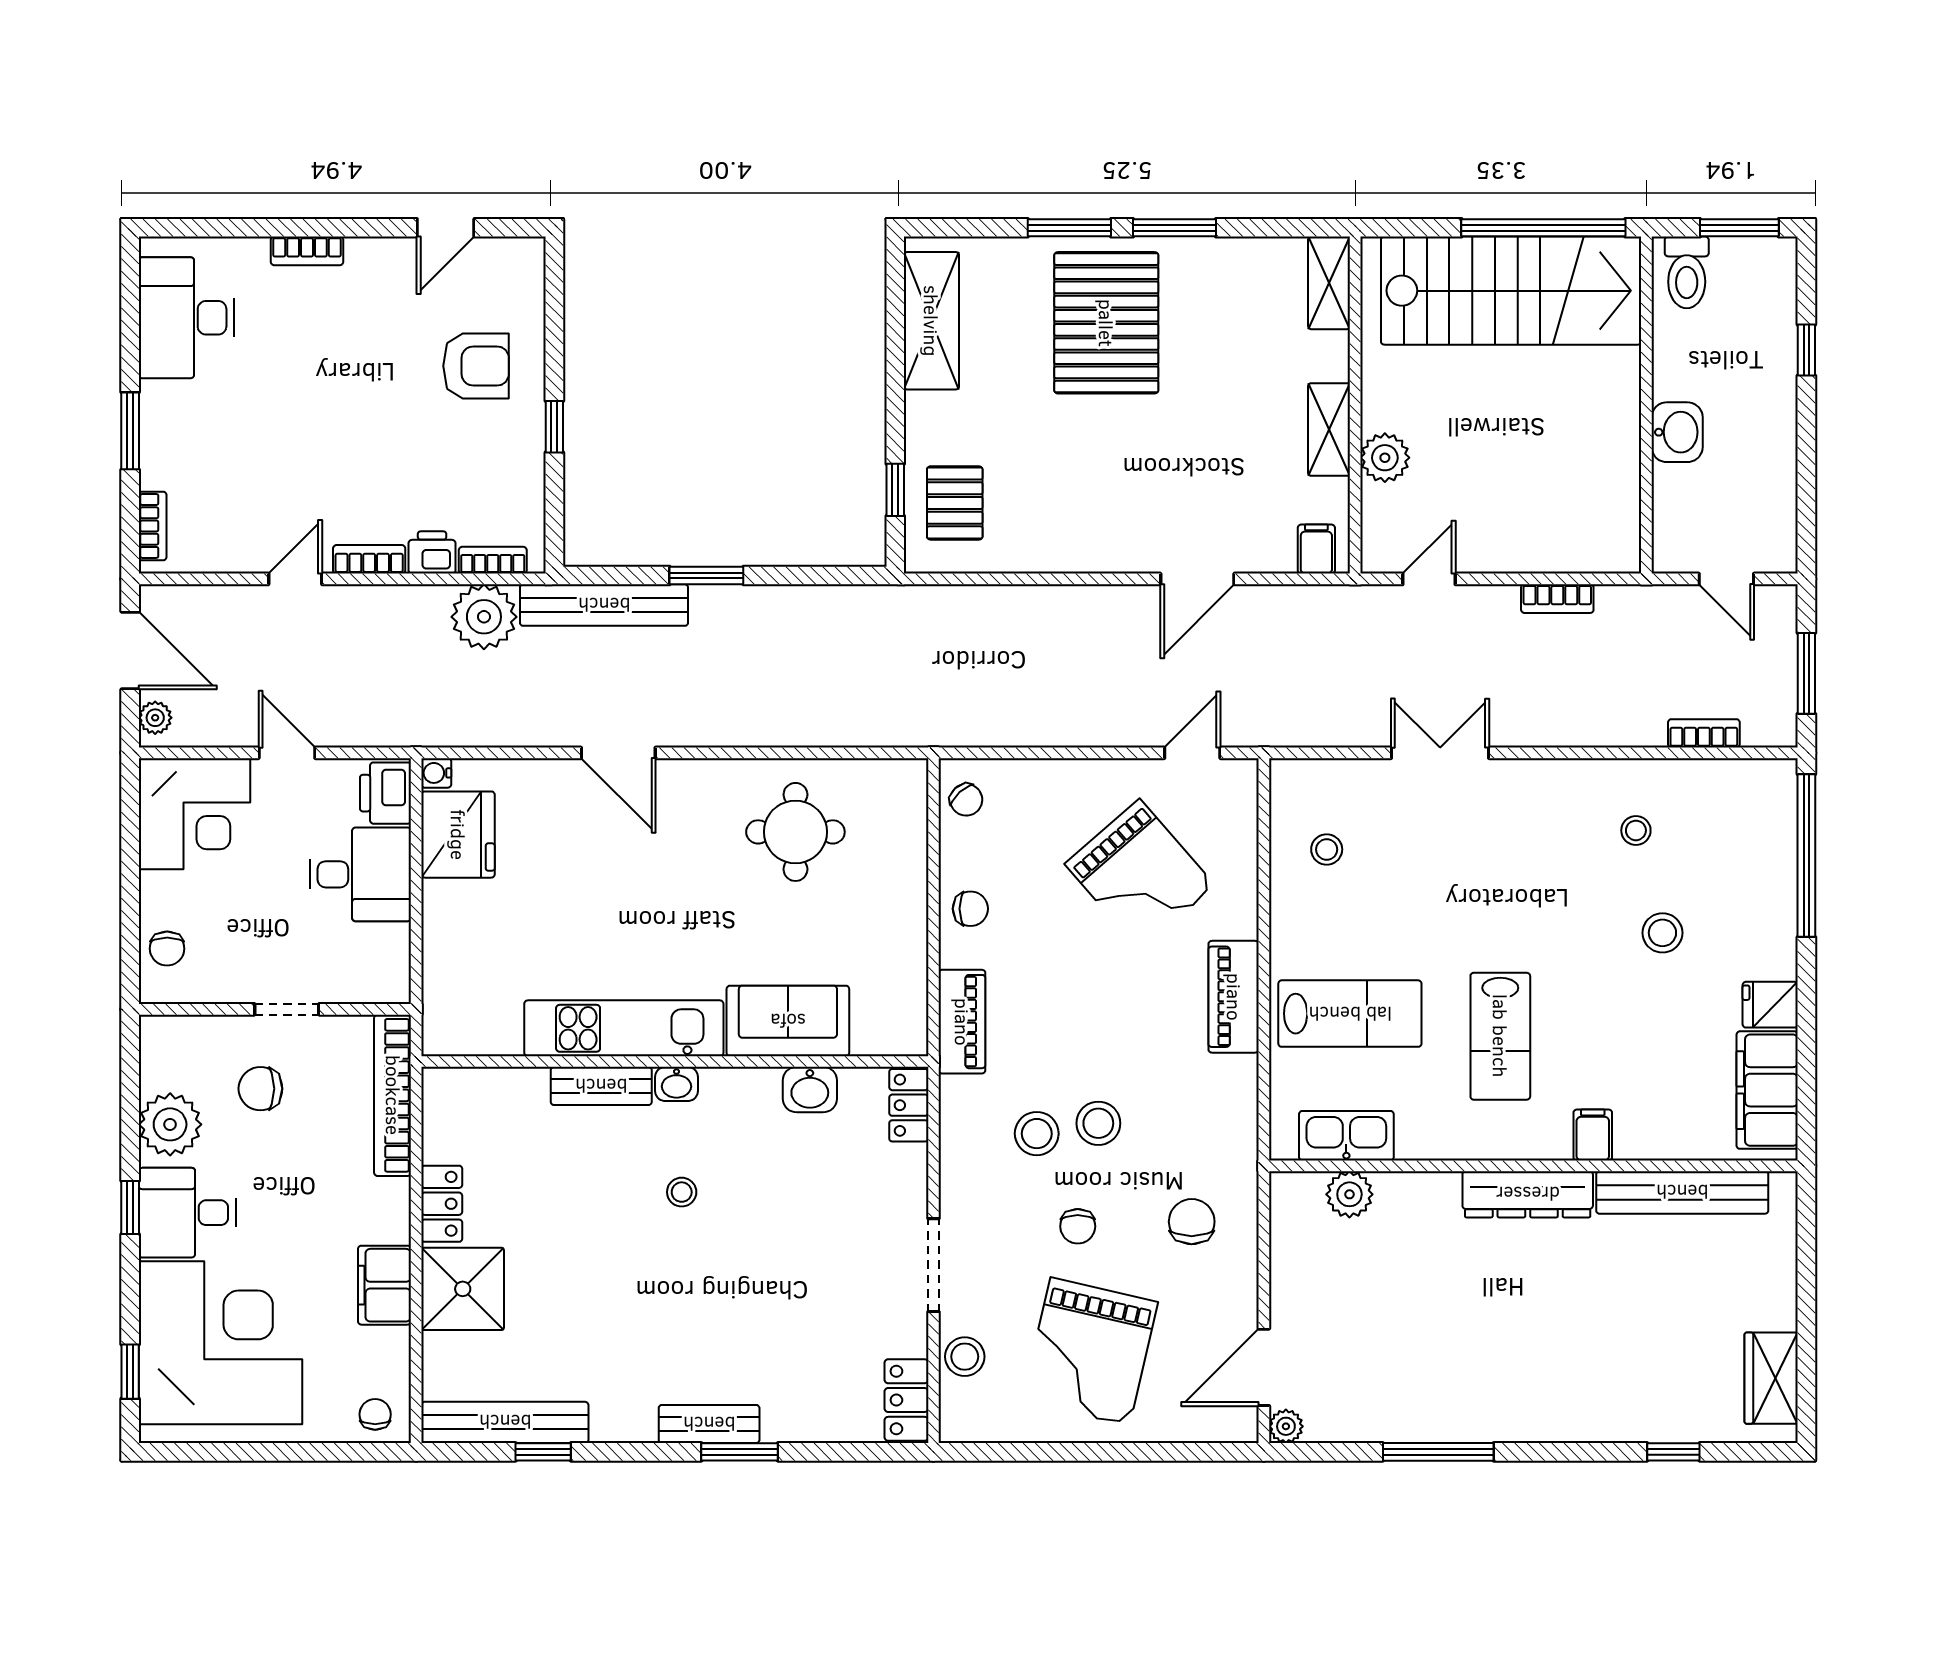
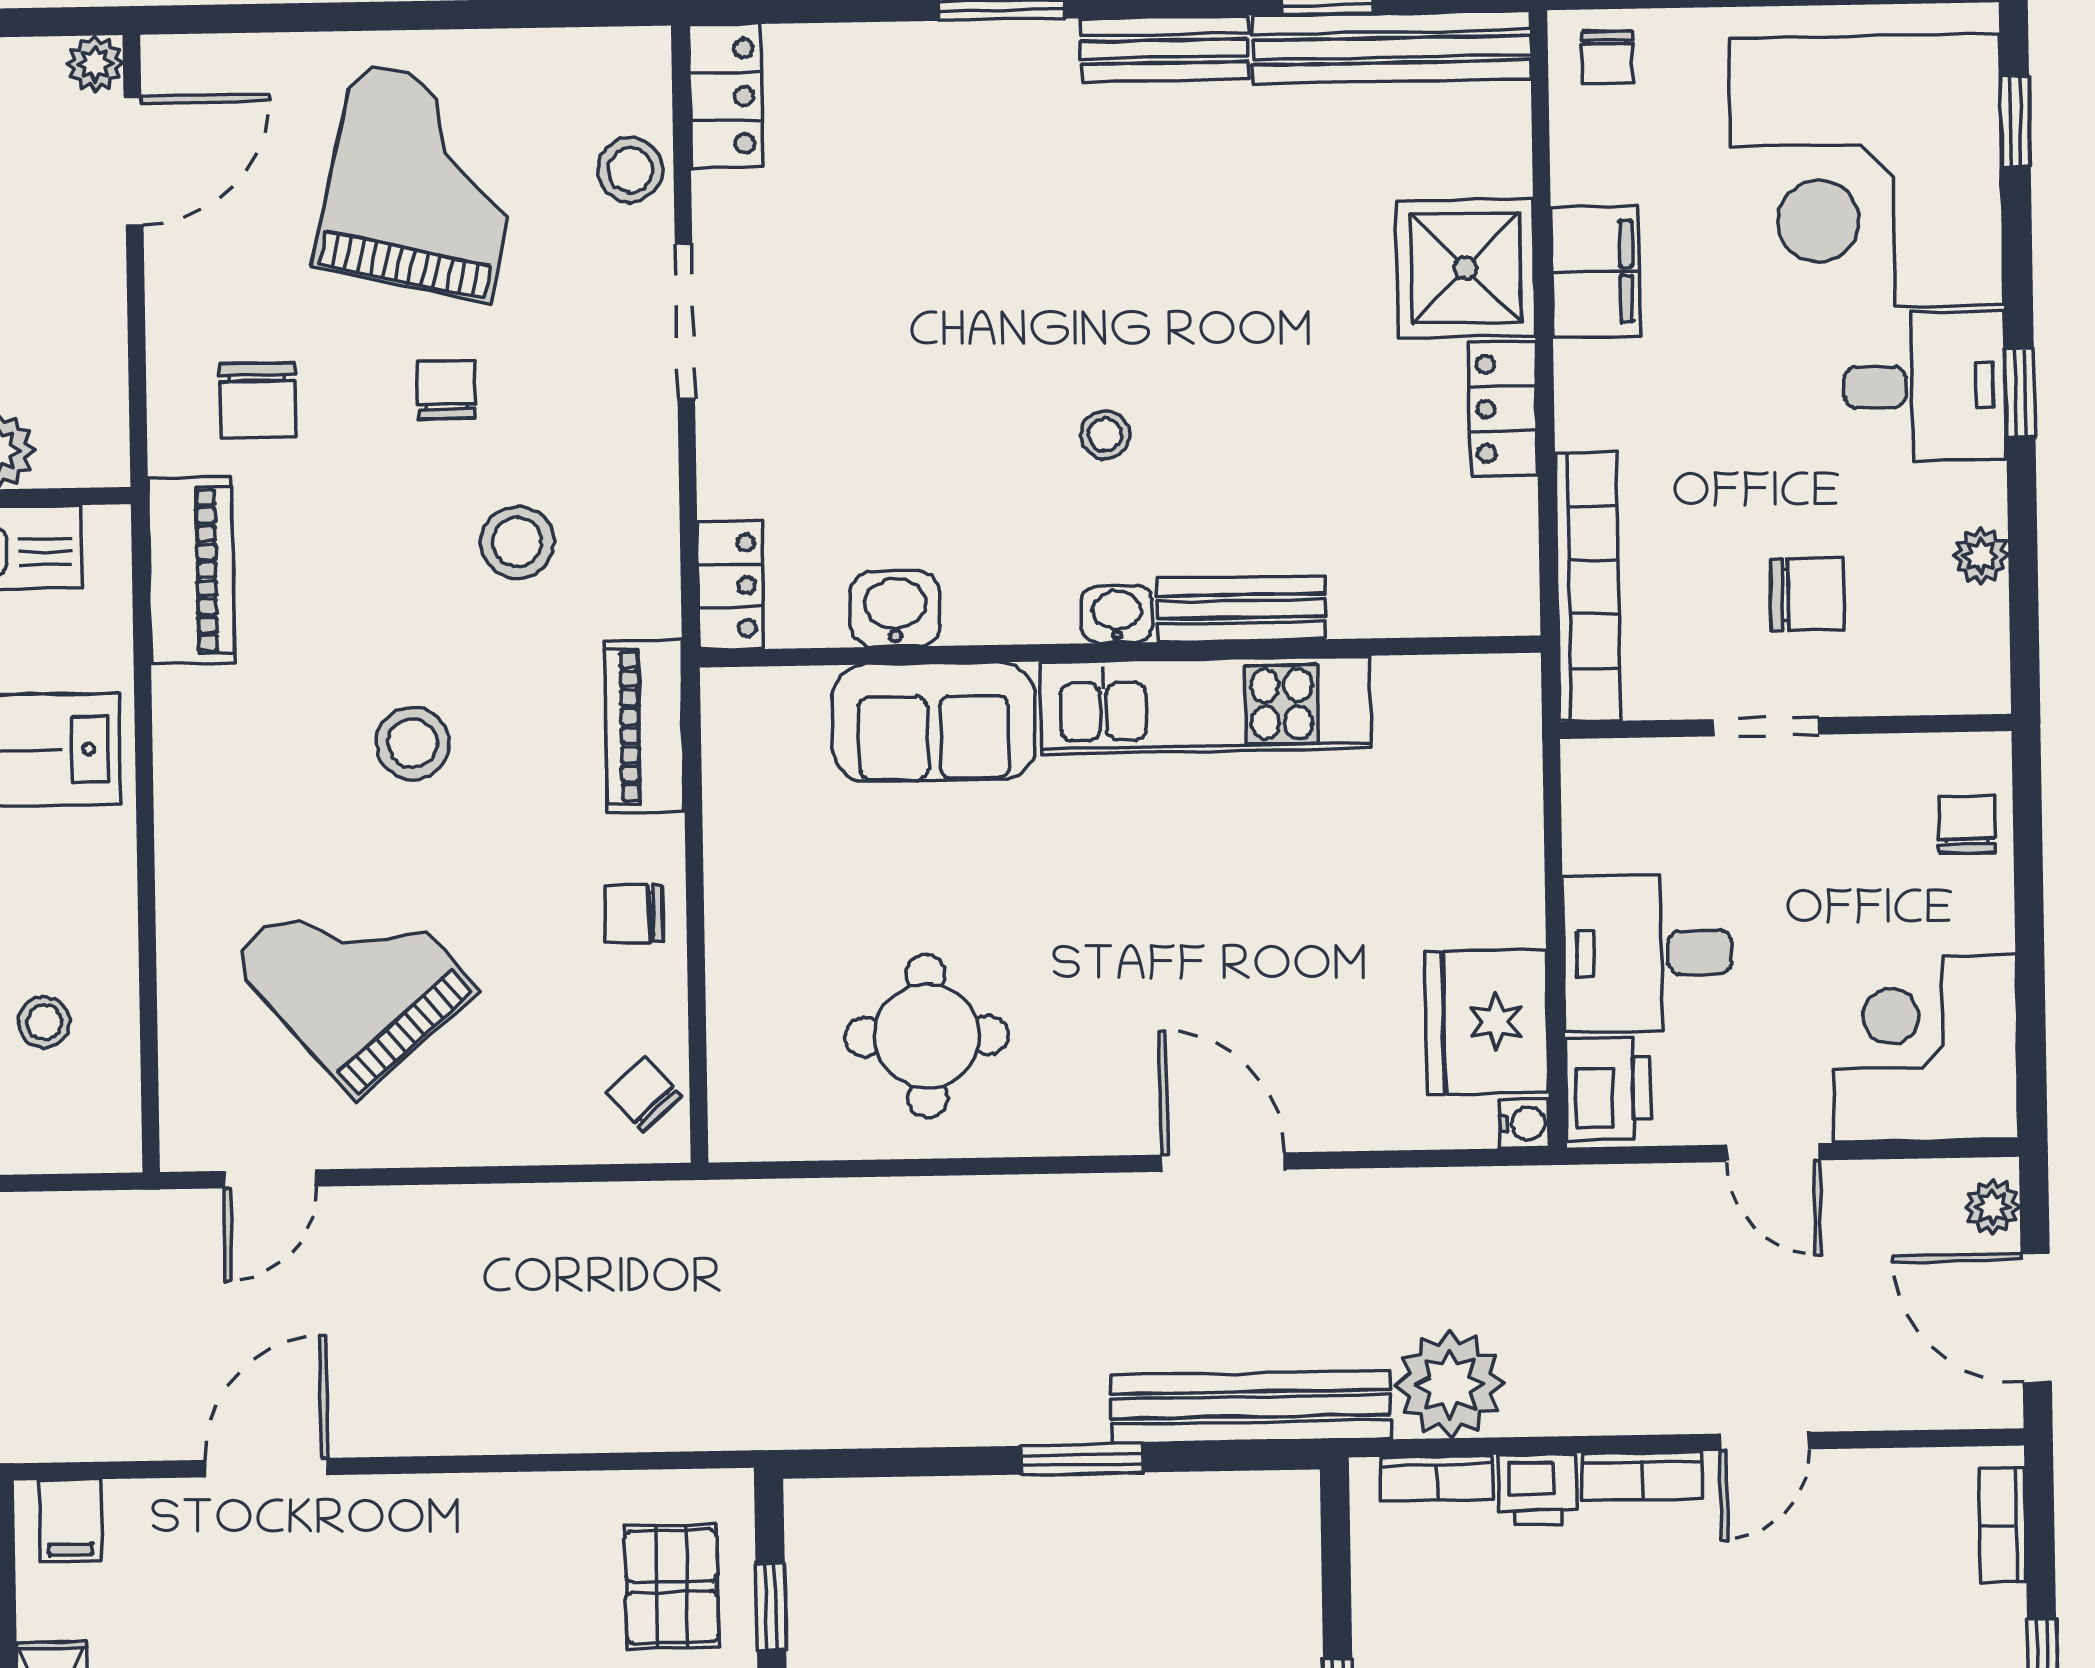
piano: (1234, 997) -> (191, 570), moved
stool: (1098, 1123) -> (413, 743), moved
plant: (170, 1124) -> (1981, 556), width x0.53, depth x0.53
bench: (709, 1424) -> (1164, 49), moved

